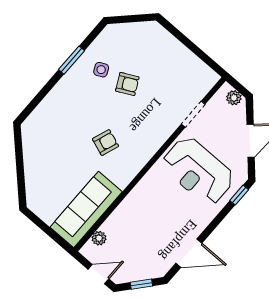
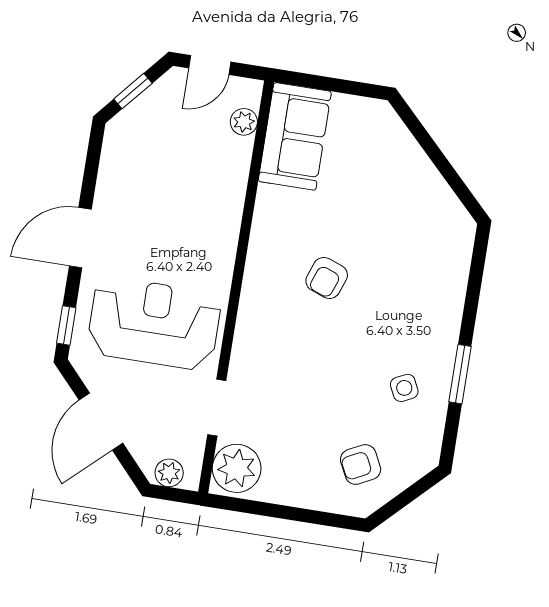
plant: (201, 80) -> (237, 468), added
armchair: (127, 84) -> (361, 464), moved
sofa: (86, 210) -> (295, 136), width x0.73
door: (189, 253) -> (80, 238), moved

